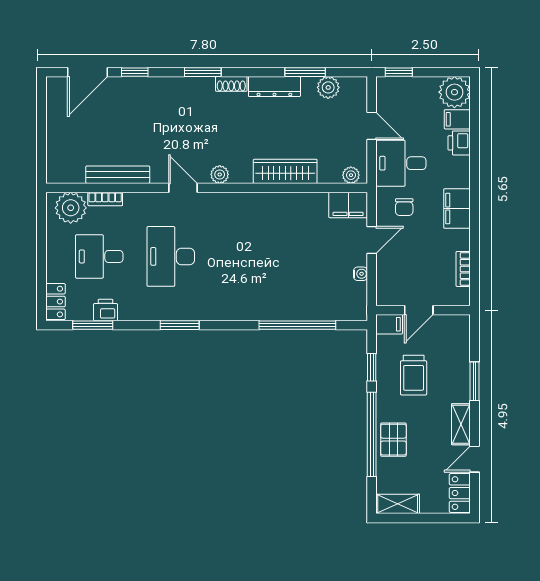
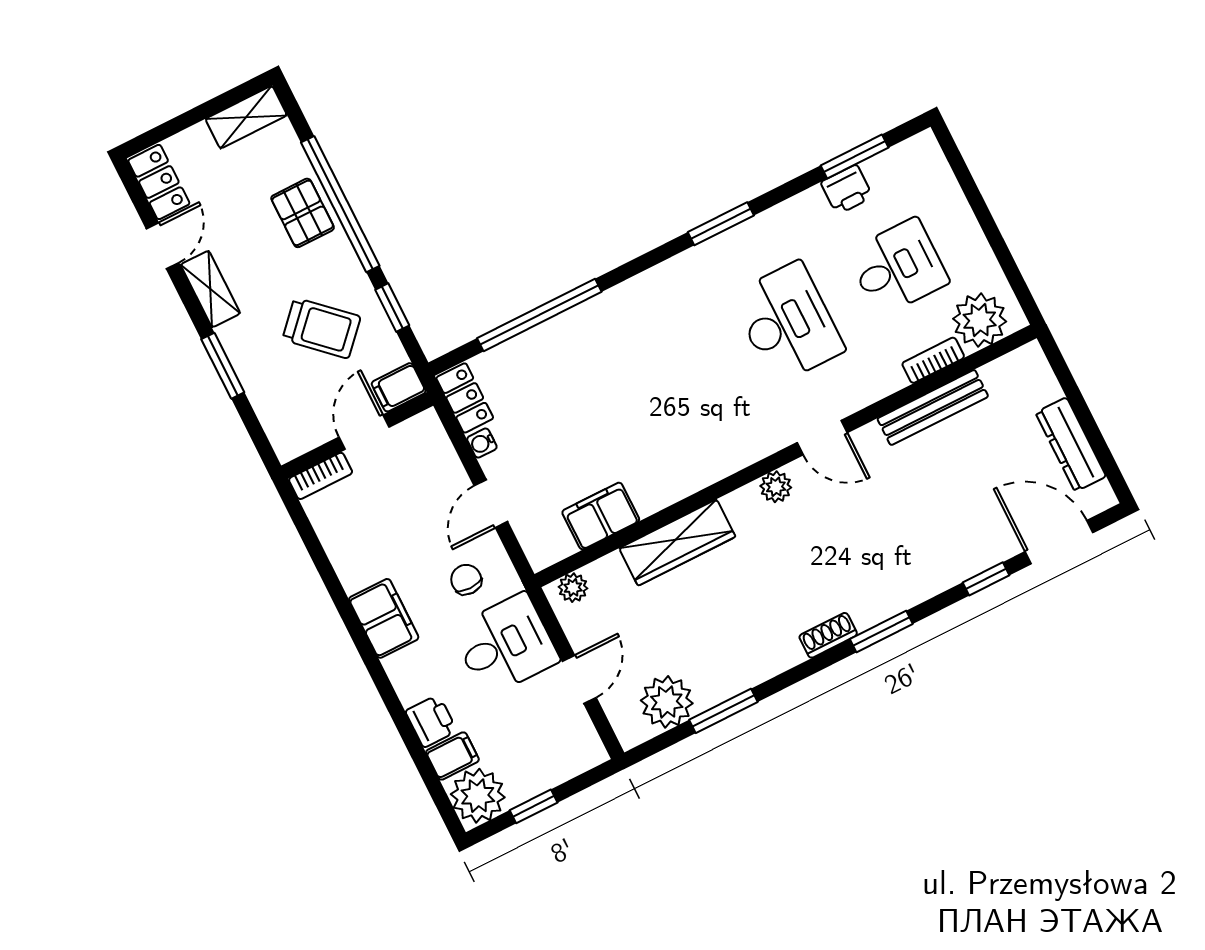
door: (87, 72) -> (1059, 542), hinge flipped
window: (399, 72) -> (534, 806), moved
dresser: (274, 87) -> (1071, 445), moved, turned -90
plant: (328, 87) -> (667, 702), width x1.36, depth x1.36
door: (372, 126) -> (579, 679), swing flipped
filing cabinet: (348, 205) -> (601, 516), moved
bookcase: (463, 269) -> (321, 476), moved, turned 90
locker: (55, 302) -> (465, 398), moved, turned 180
trolley: (414, 375) -> (321, 328), turned 133

